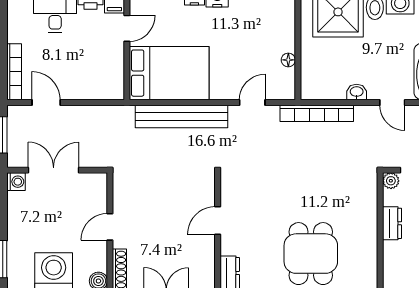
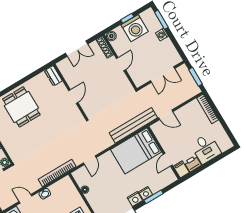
door: (46, 102) -> (166, 115), moved
bench: (181, 116) -> (133, 125), moved
washing machine: (16, 182) -> (162, 35), moved

